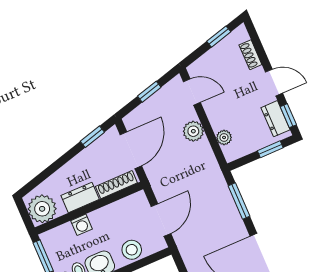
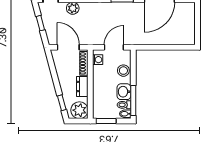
window: (92, 137) -> (62, 103), moved
door: (161, 220) -> (114, 47), hinge flipped
washing machine: (81, 225) -> (98, 60), moved

